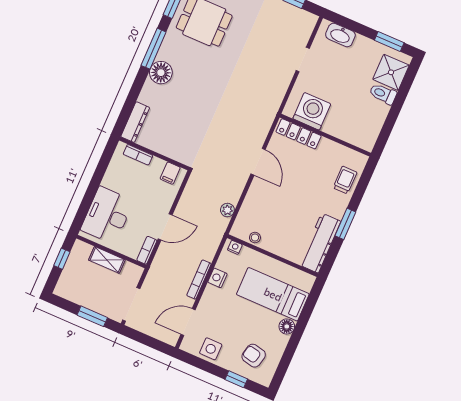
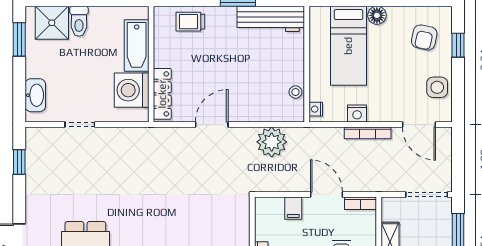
bathtub: (345, 130) -> (137, 46), added
filing cabinet: (170, 173) -> (293, 208), moved, turned 90
plant: (227, 210) -> (272, 142), width x1.87, depth x1.87

